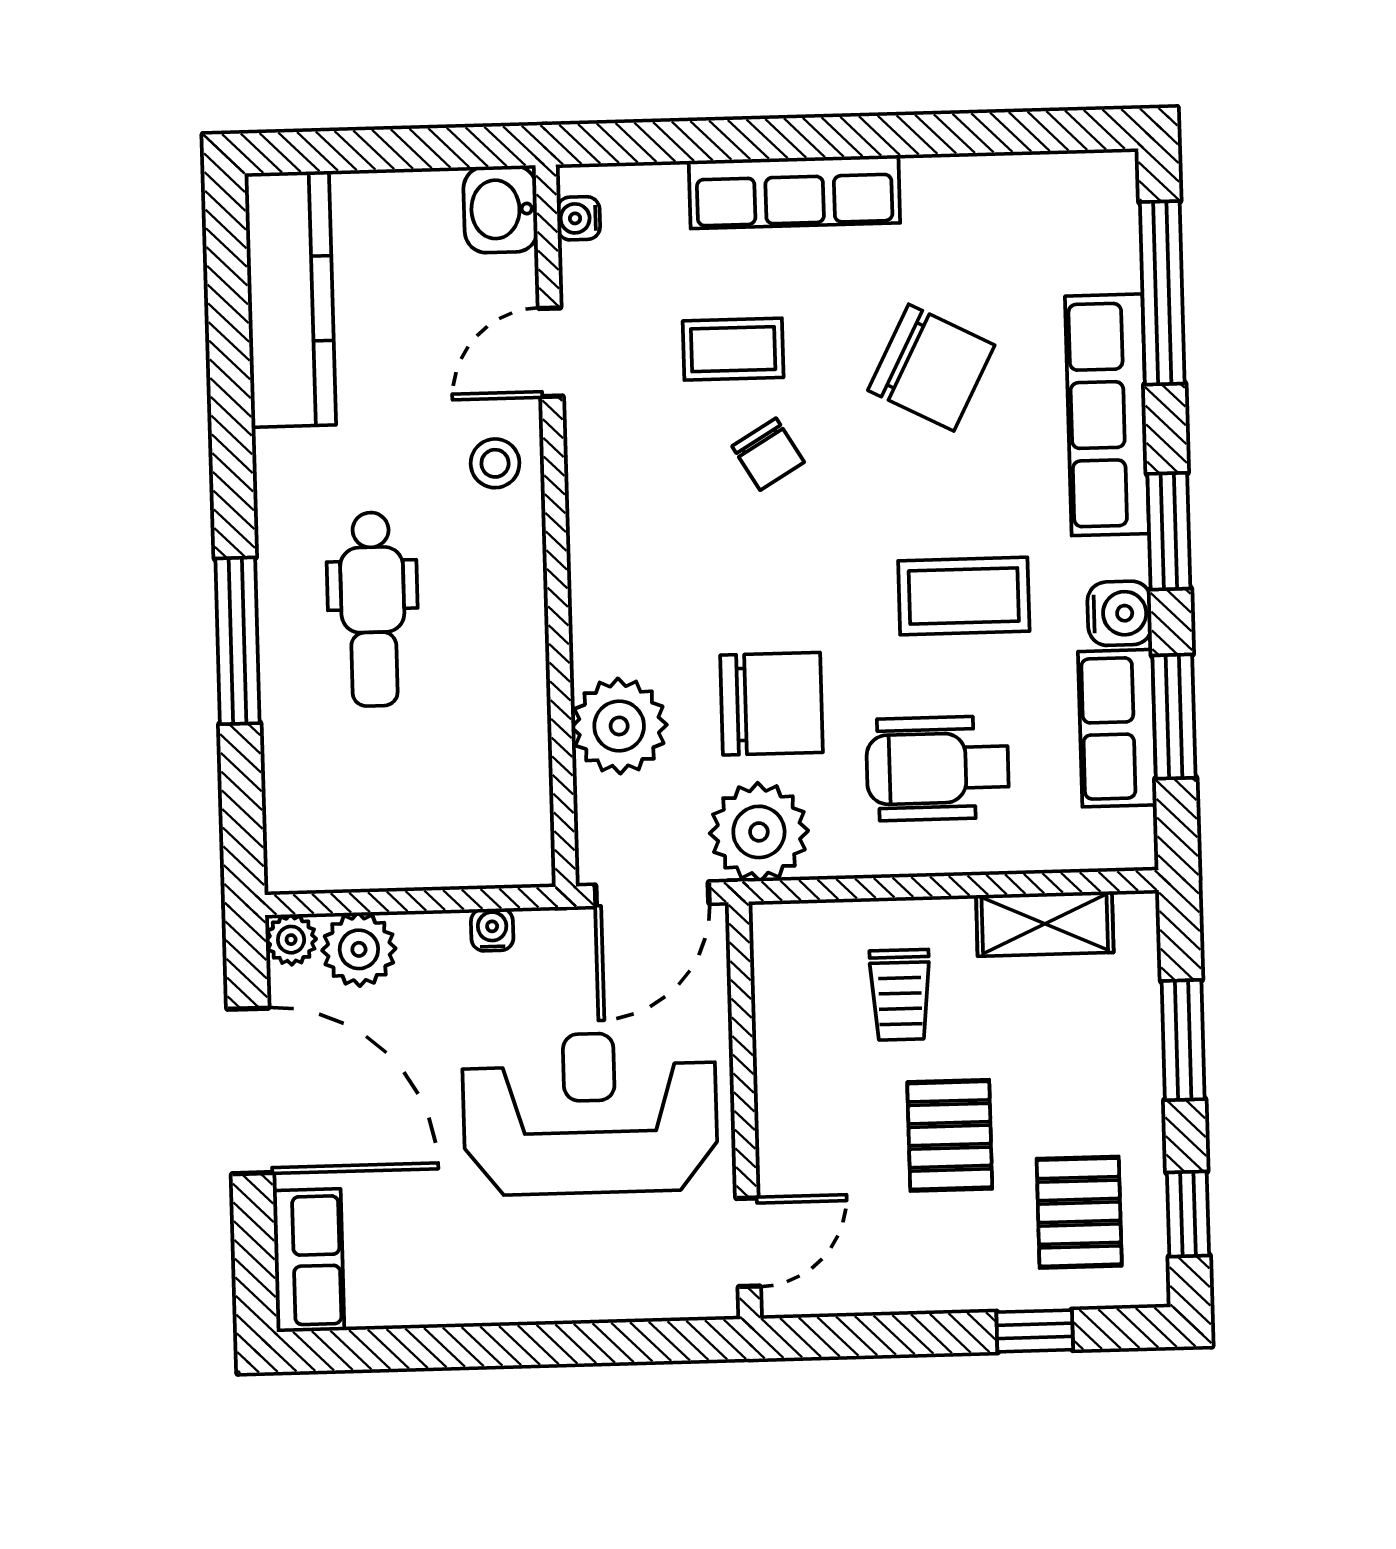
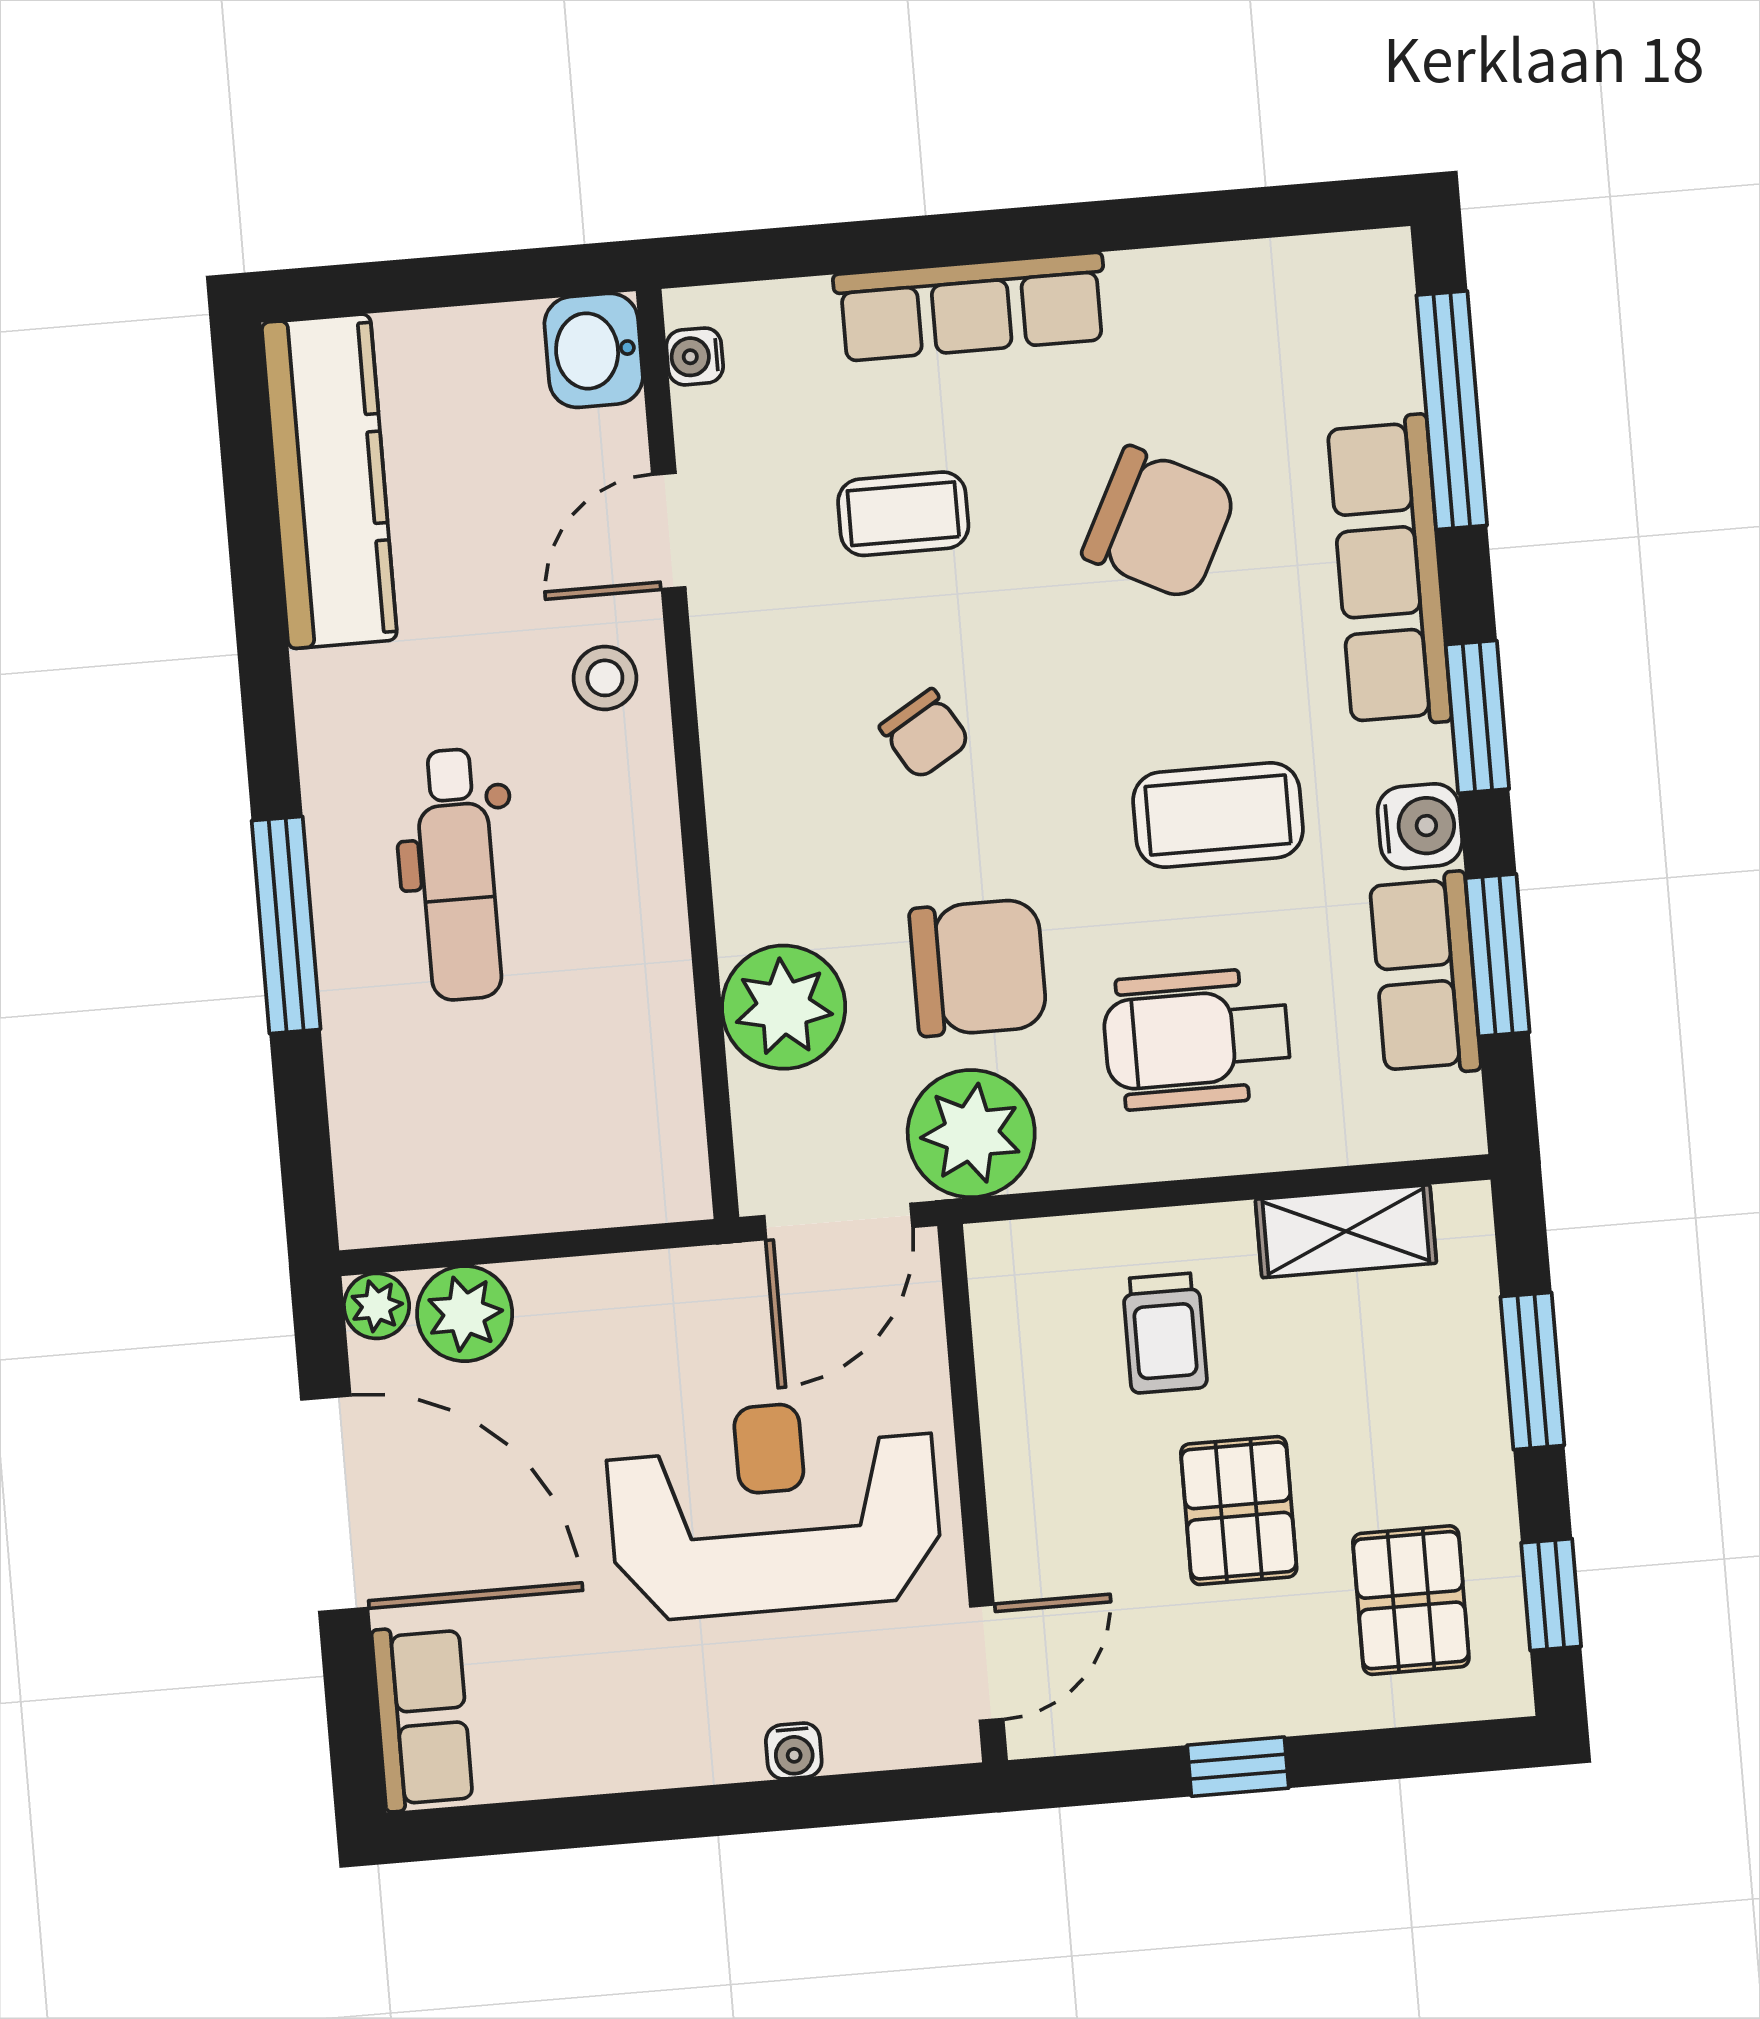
chair: (768, 454) -> (925, 734), moved
water cooler: (492, 930) -> (794, 1751), moved, turned 180
window: (1035, 1331) -> (1238, 1767), moved

